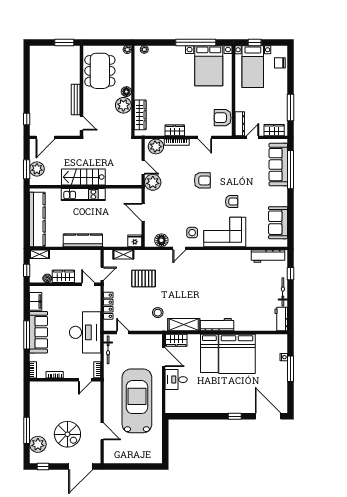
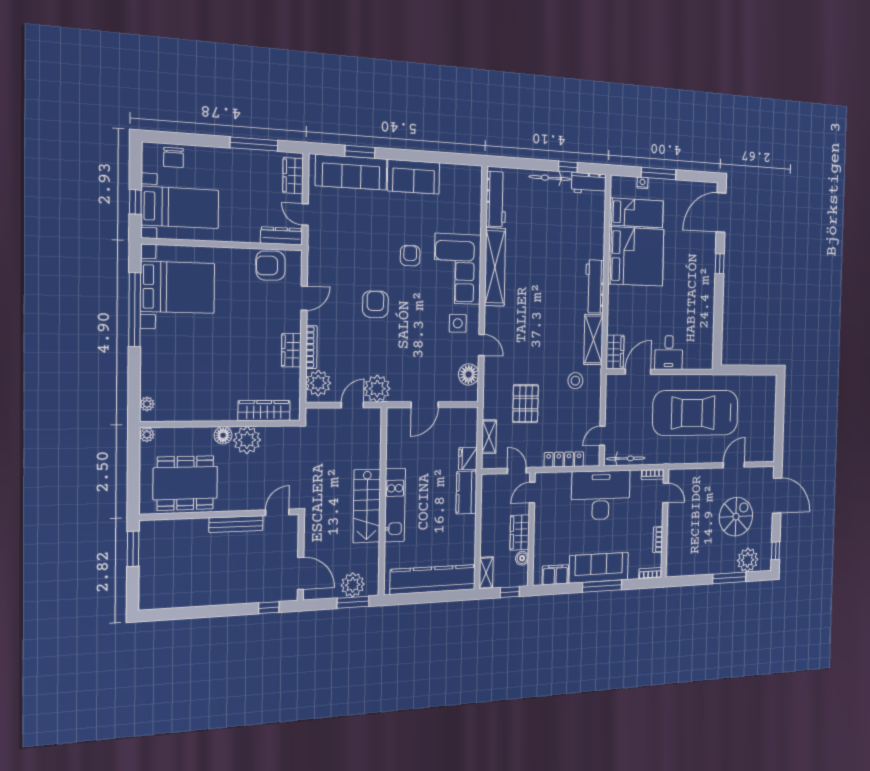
armchair: (223, 118) -> (270, 266), turned 89
window: (290, 170) -> (360, 152), width x0.47
sofa: (278, 223) -> (414, 177), moved
kitchen counter: (83, 240) -> (466, 492), width x0.67
fridge: (135, 241) -> (468, 459), moved
shelving: (227, 256) -> (495, 267), added
window: (290, 274) -> (568, 167), moved
bed: (209, 353) -> (636, 213), moved

